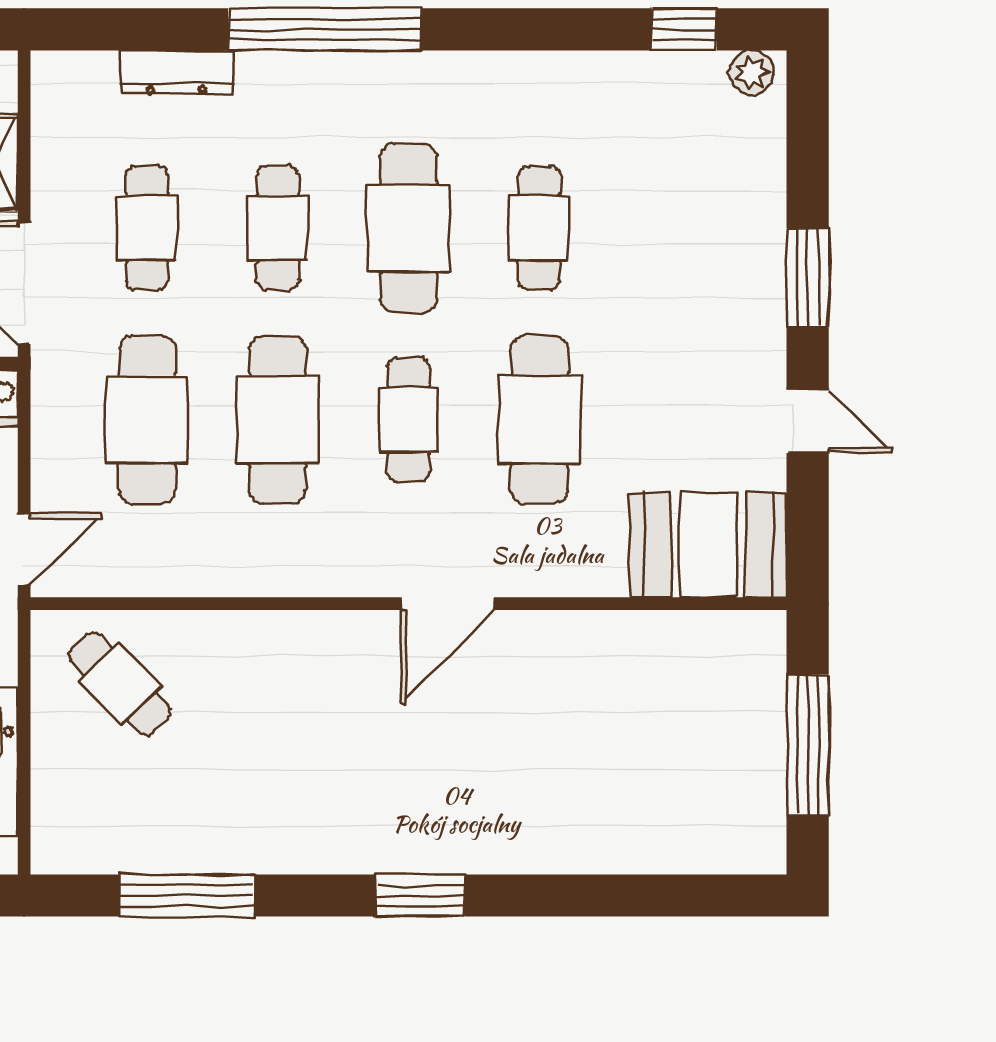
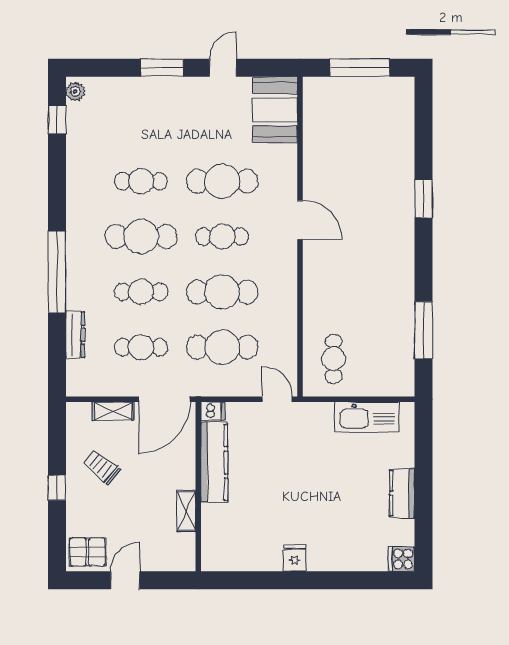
cafe table: (120, 684) -> (334, 359), turned -46
window: (420, 896) -> (423, 199), moved

